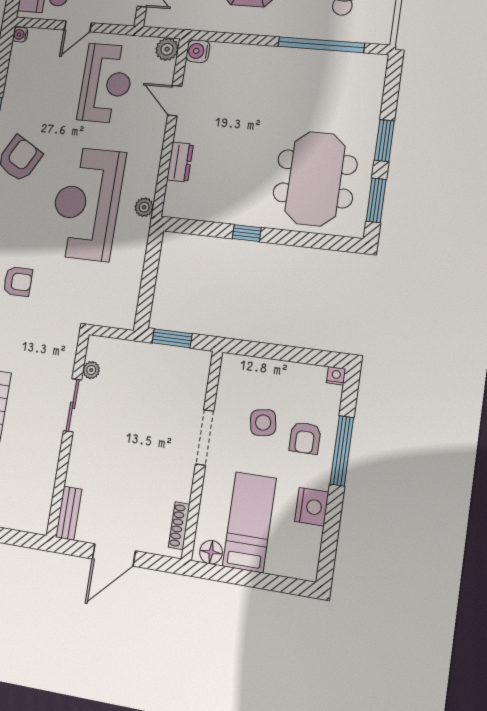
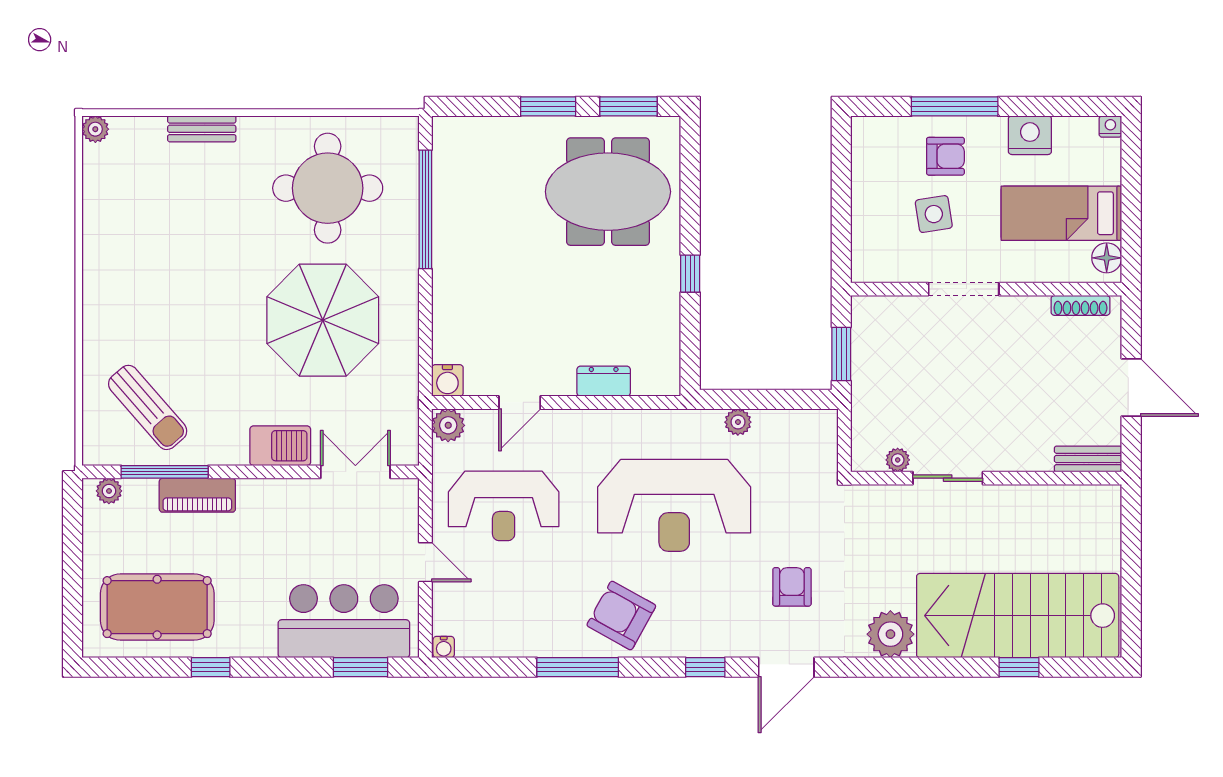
reception desk: (106, 83) -> (504, 506), turned 180
plant: (144, 207) -> (738, 422), moved
nightstand: (336, 376) -> (1110, 126), moved, turned 90

